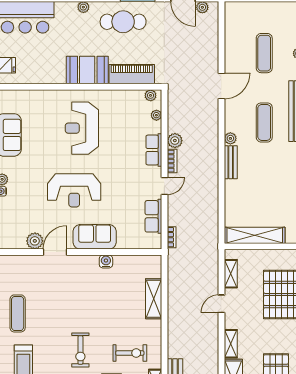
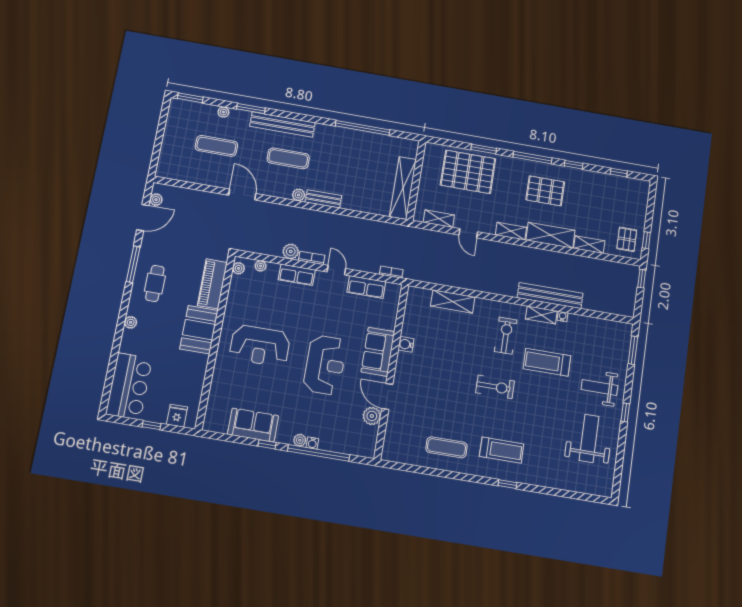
cafe table: (123, 22) -> (155, 283), width x0.73, depth x0.74

